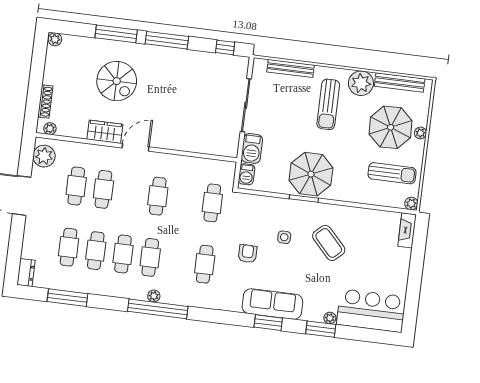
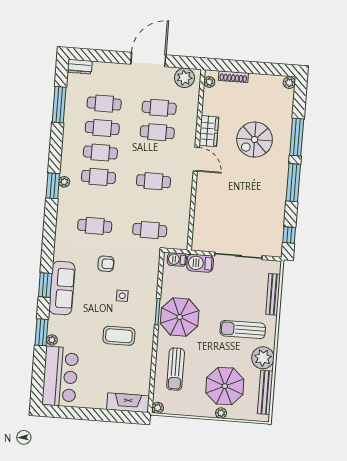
sun lounger: (392, 173) -> (176, 369), moved
fireplace: (407, 230) -> (128, 403), width x1.37, depth x1.32
coffee table: (329, 243) -> (119, 336), turned 43
window: (158, 309) -> (53, 186), width x0.47

